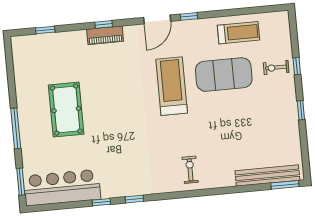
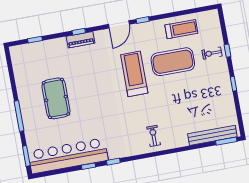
bar counter: (62, 188) -> (68, 156), width x1.36

